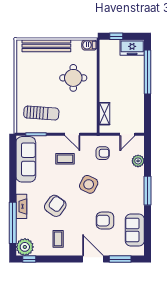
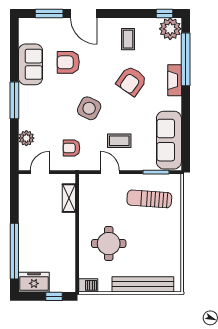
armchair: (105, 221) -> (68, 62), turned 180
sofa: (135, 230) -> (31, 64), moved

